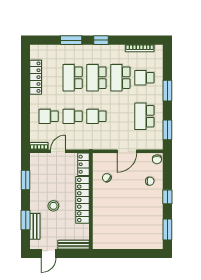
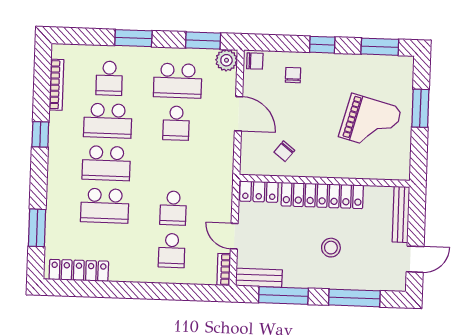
window: (71, 40) -> (37, 228), moved
window: (101, 40) -> (40, 134), moved
locker: (36, 77) -> (79, 270), moved
school desk: (96, 116) -> (176, 123), moved
plant: (157, 143) -> (226, 60), added
window: (26, 180) -> (283, 295), width x1.44
window: (26, 220) -> (354, 298), width x1.44
bench: (35, 226) -> (259, 278), moved
grand piano: (125, 226) -> (370, 123), added
door: (49, 254) -> (415, 259), hinge flipped
window: (134, 254) -> (420, 108), added

